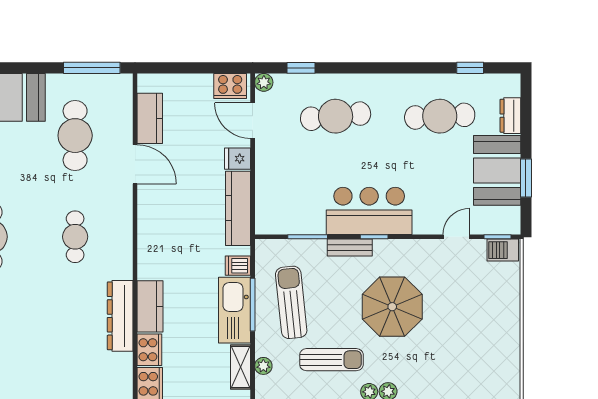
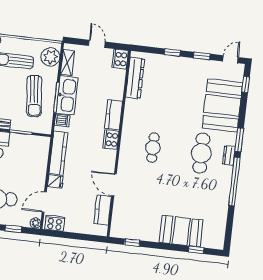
window: (92, 68) -> (132, 243), width x0.46
door: (253, 121) -> (44, 202), swing flipped
cafe table: (75, 136) -> (146, 205), removed
kitchen counter: (150, 306) -> (114, 115), moved
dresser: (120, 316) -> (135, 78), moved
cooker: (149, 350) -> (111, 140), moved
plant: (263, 366) -> (51, 57), width x1.88, depth x1.88

